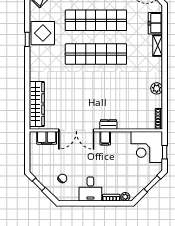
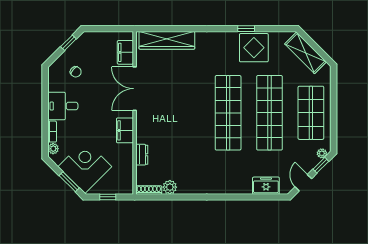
shelving: (158, 46) -> (238, 188), removed
plant: (157, 88) -> (170, 187), moved
dresser: (108, 124) -> (142, 155), moved
filing cabinet: (105, 138) -> (125, 130), width x2.00
corner desk: (147, 147) -> (85, 167), moved, turned 45

